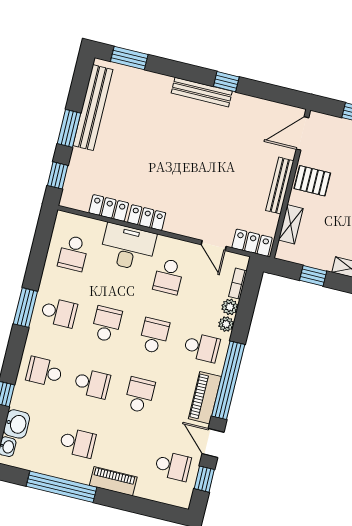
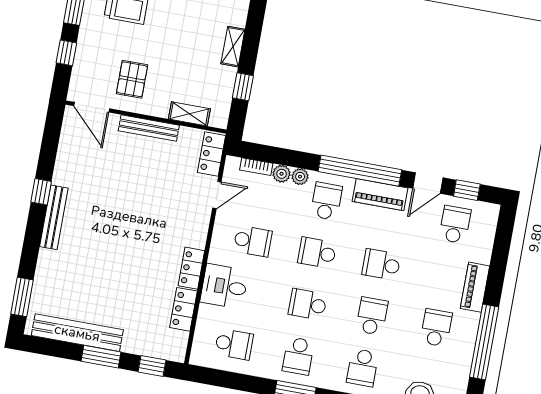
pallet: (312, 181) -> (132, 79), moved
desk: (128, 247) -> (224, 286), width x0.73
school desk: (59, 312) -> (298, 356), turned 180

